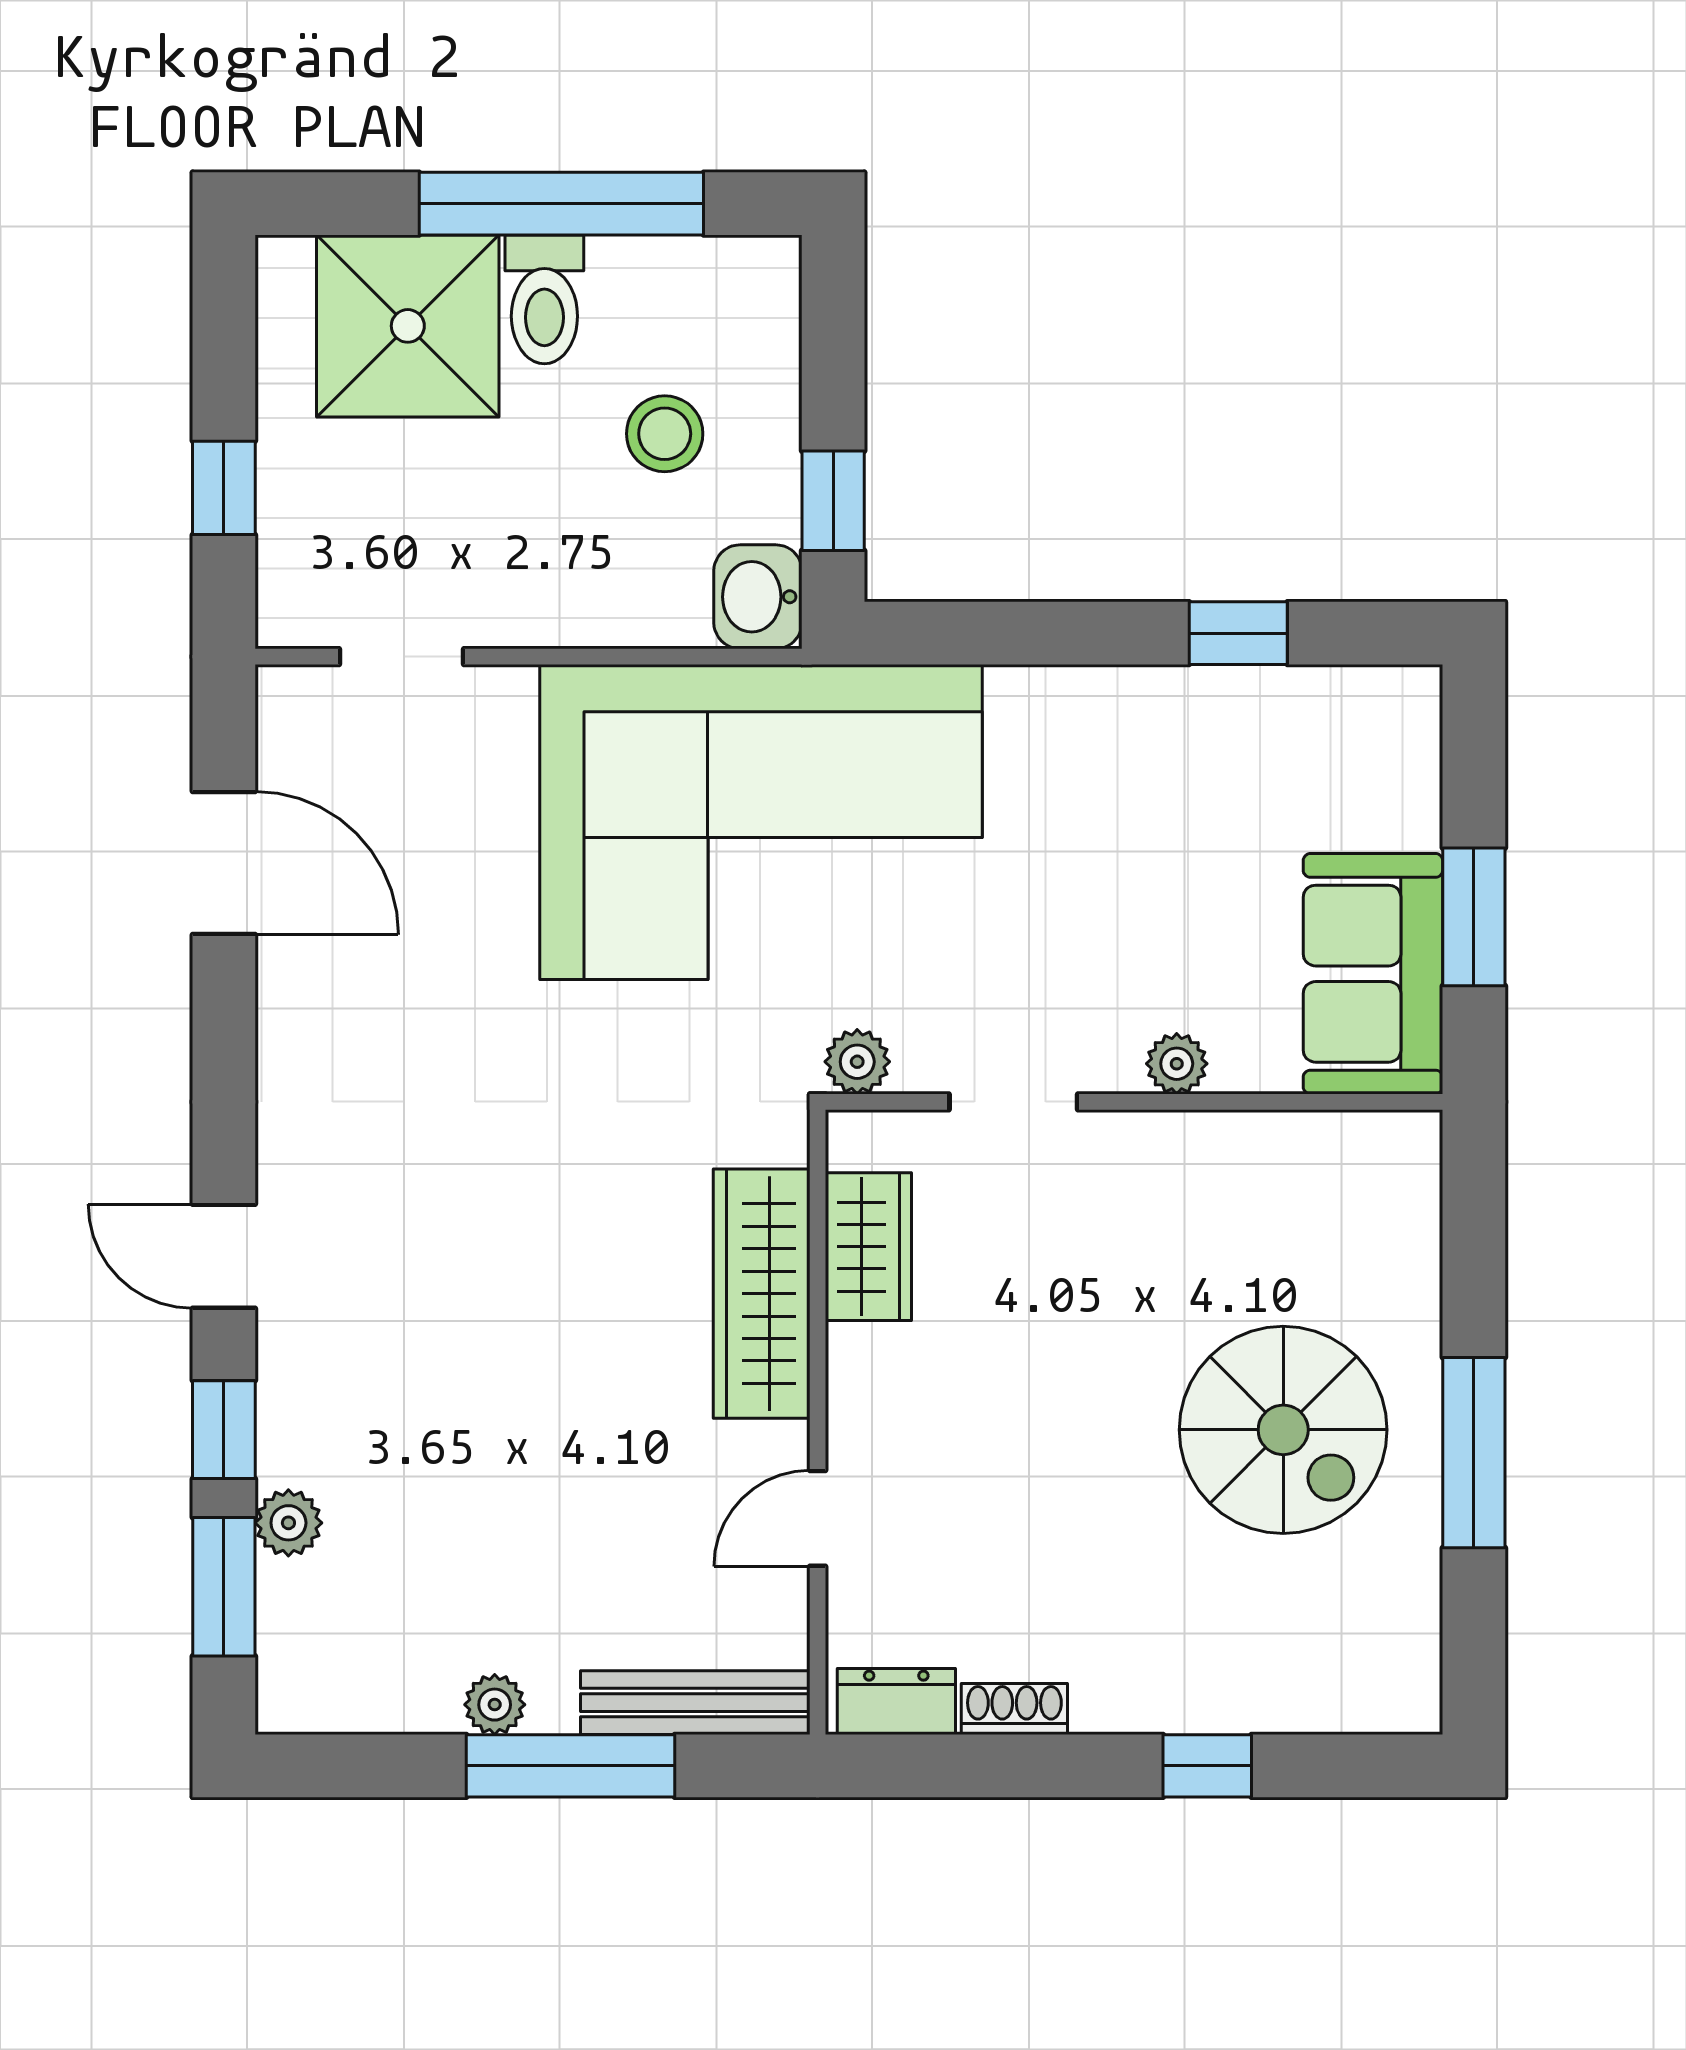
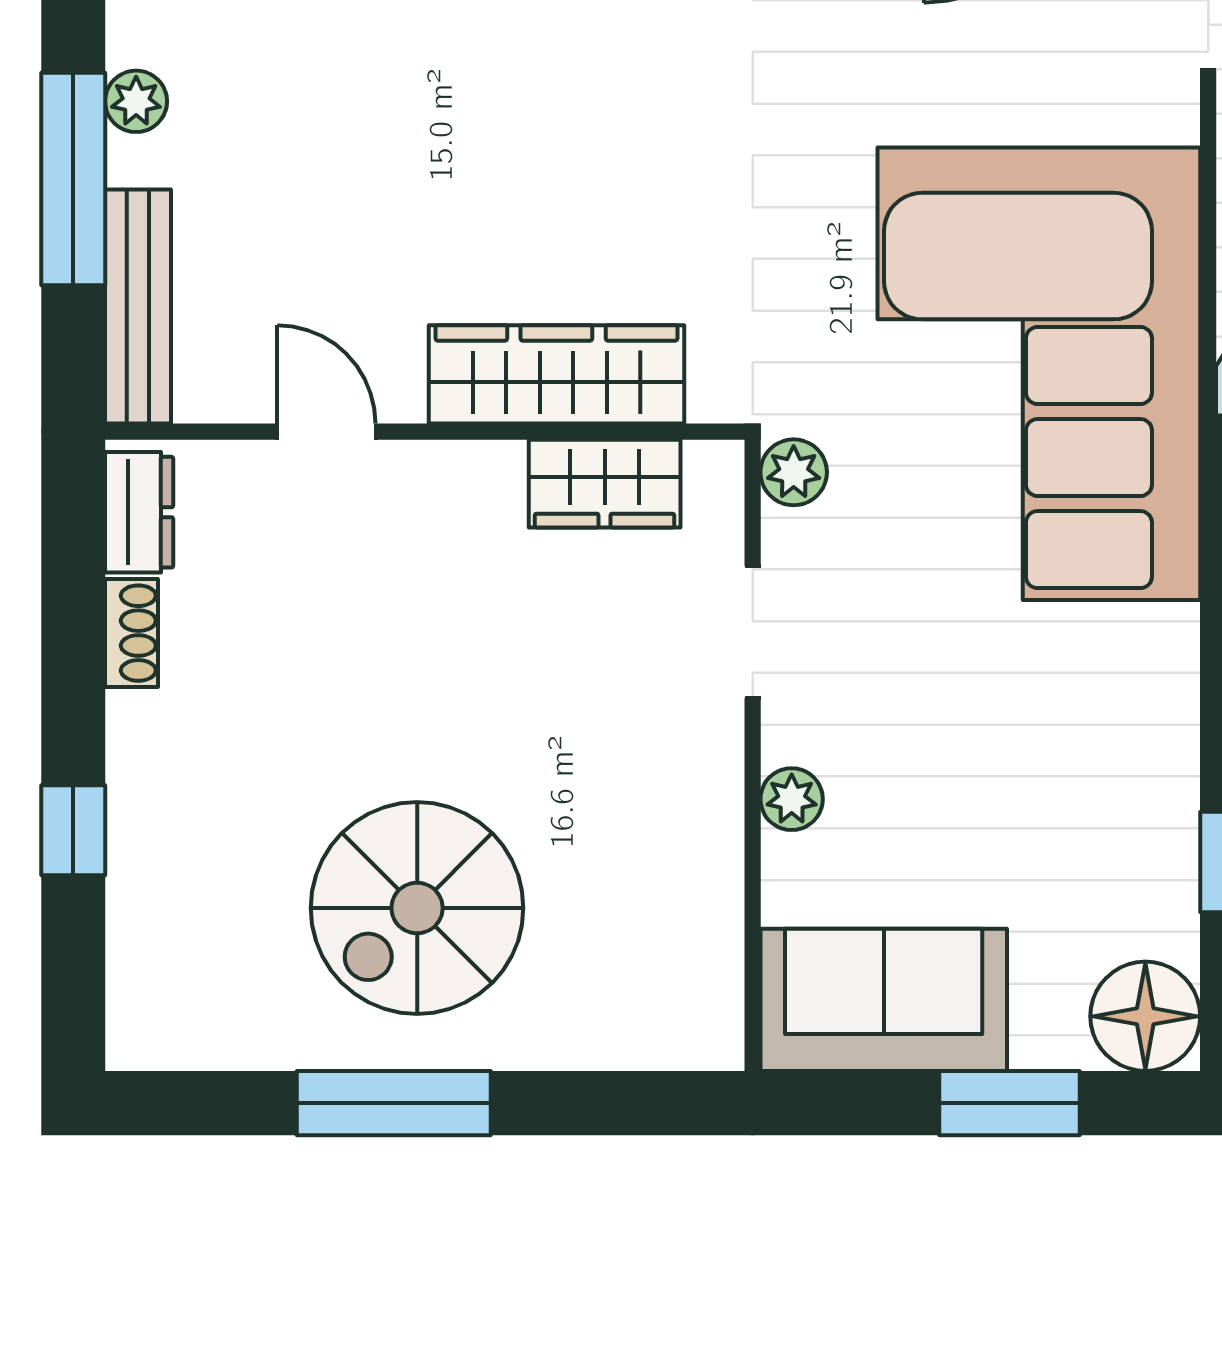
floor lamp: (1389, 718) -> (1145, 1016), added
window: (1474, 917) -> (1010, 1103), moved

